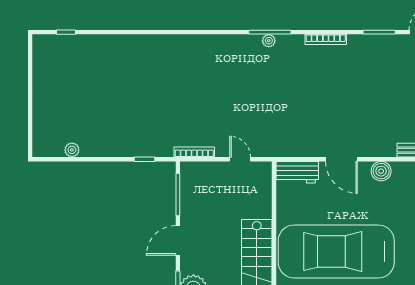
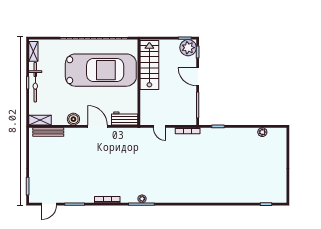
door: (178, 240) -> (198, 77), swing flipped

